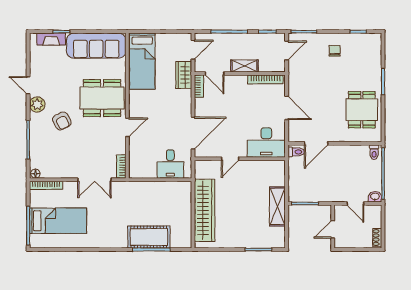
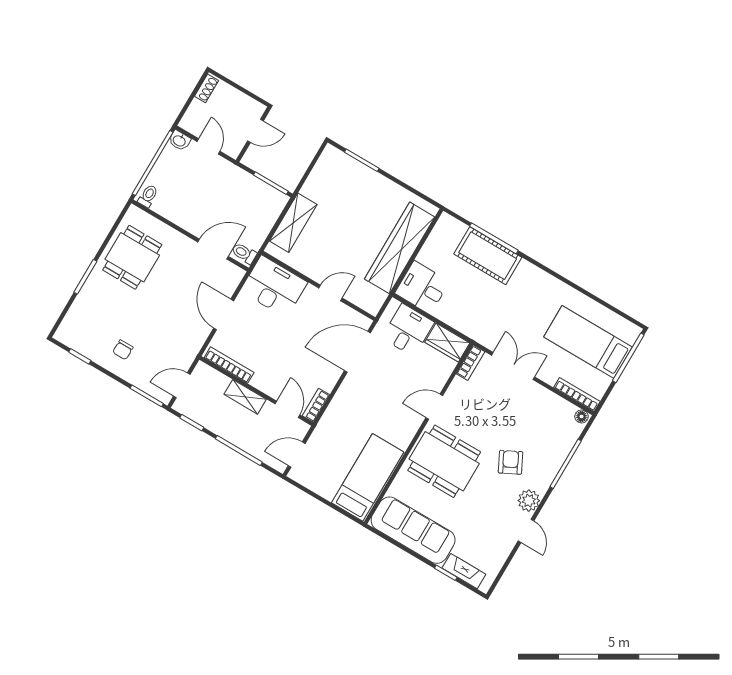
wardrobe: (184, 75) -> (447, 343), moved, turned 90
desk: (177, 195) -> (422, 287), added
shelving: (277, 206) -> (293, 223), moved

